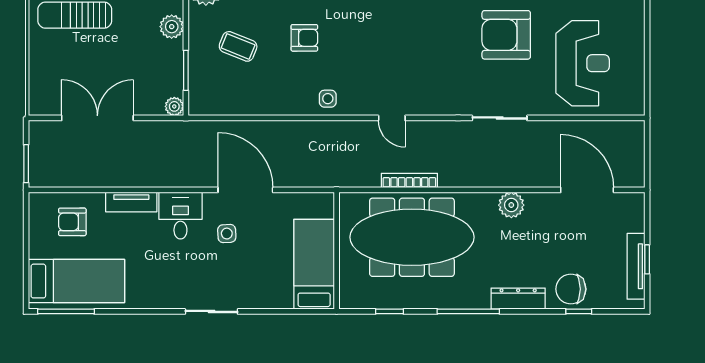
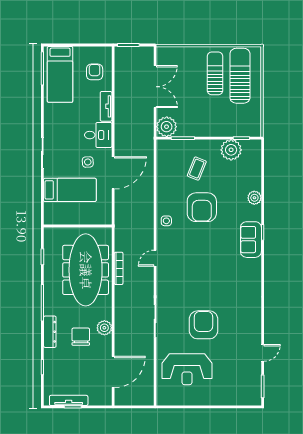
plant: (172, 27) -> (208, 130), removed
armchair: (304, 38) -> (202, 207), width x1.88, depth x1.88
plant: (174, 106) -> (167, 127), width x1.88, depth x1.88
bed: (314, 264) -> (70, 190), moved
chair: (571, 289) -> (81, 337), moved

